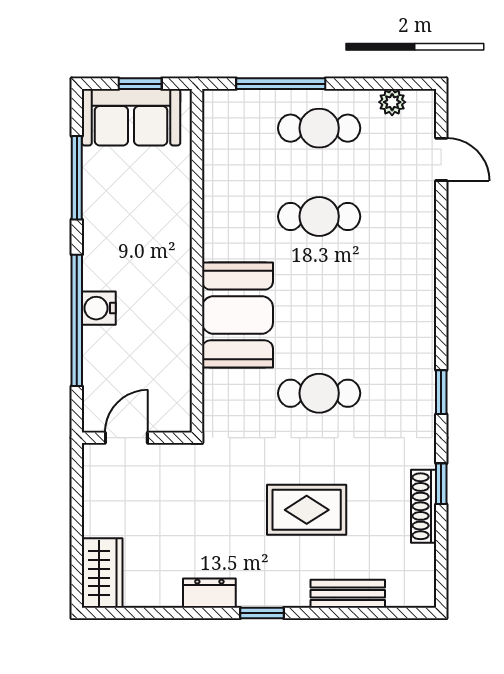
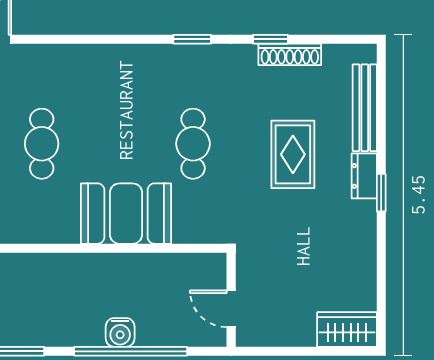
dresser: (209, 593) -> (364, 176), moved
bench: (348, 594) -> (365, 108), width x1.36

